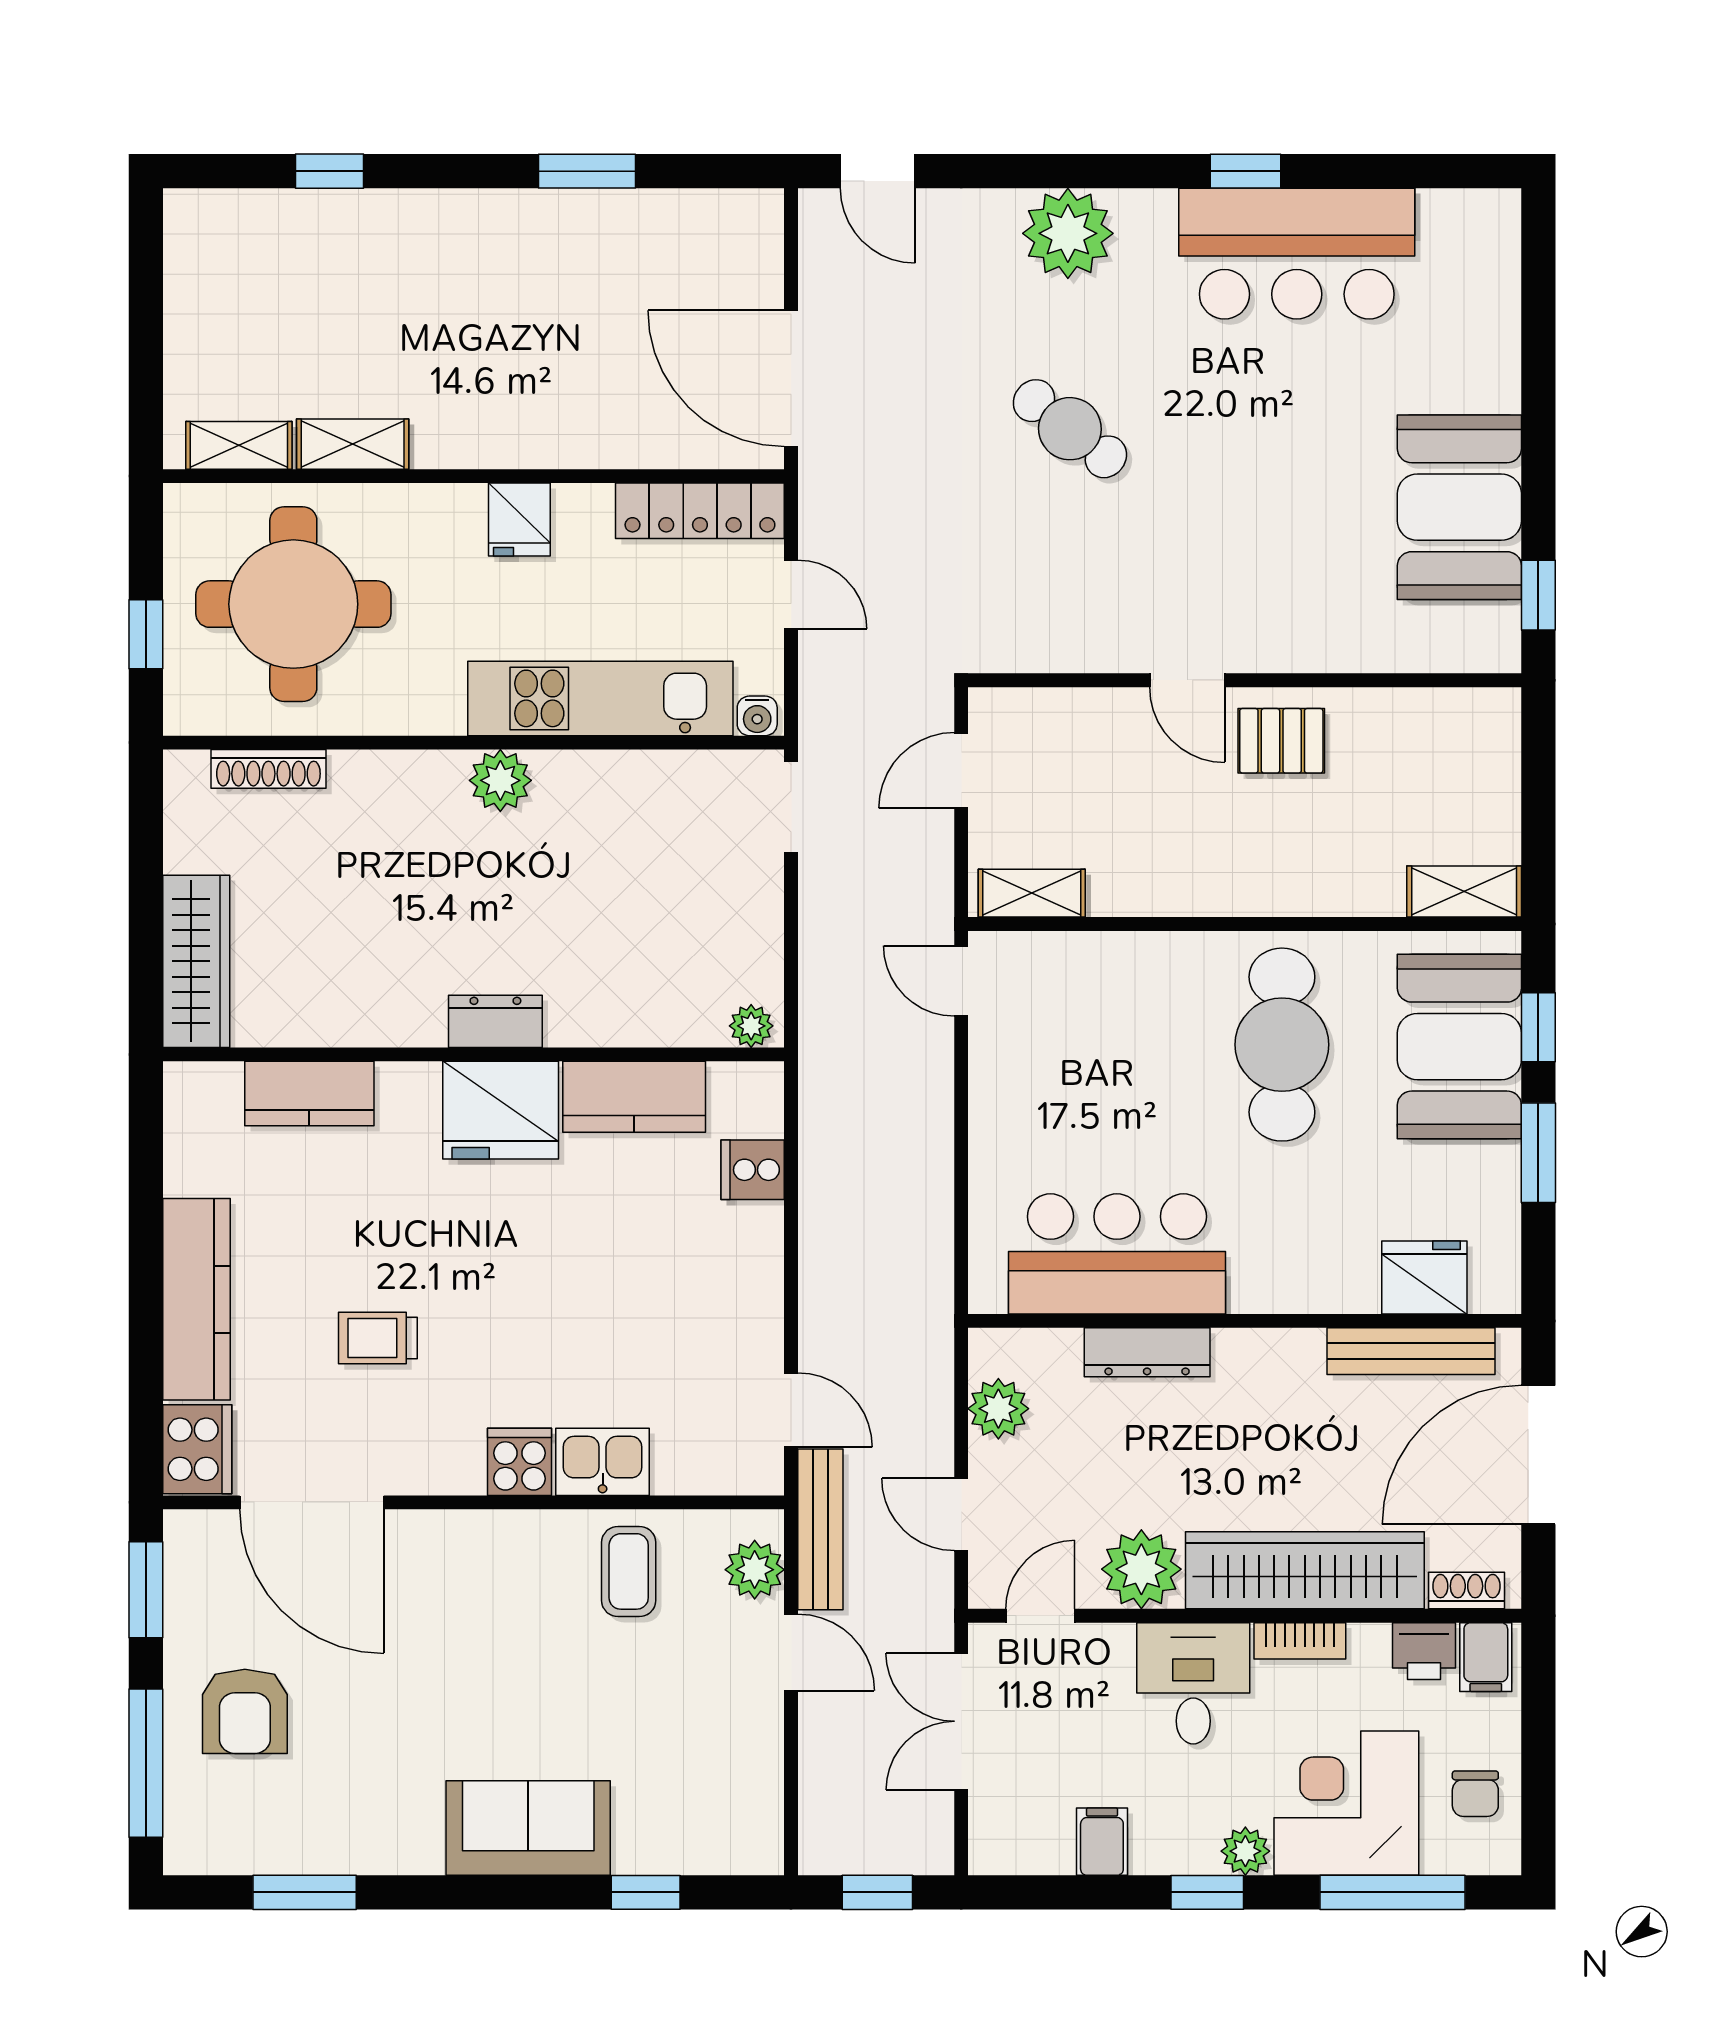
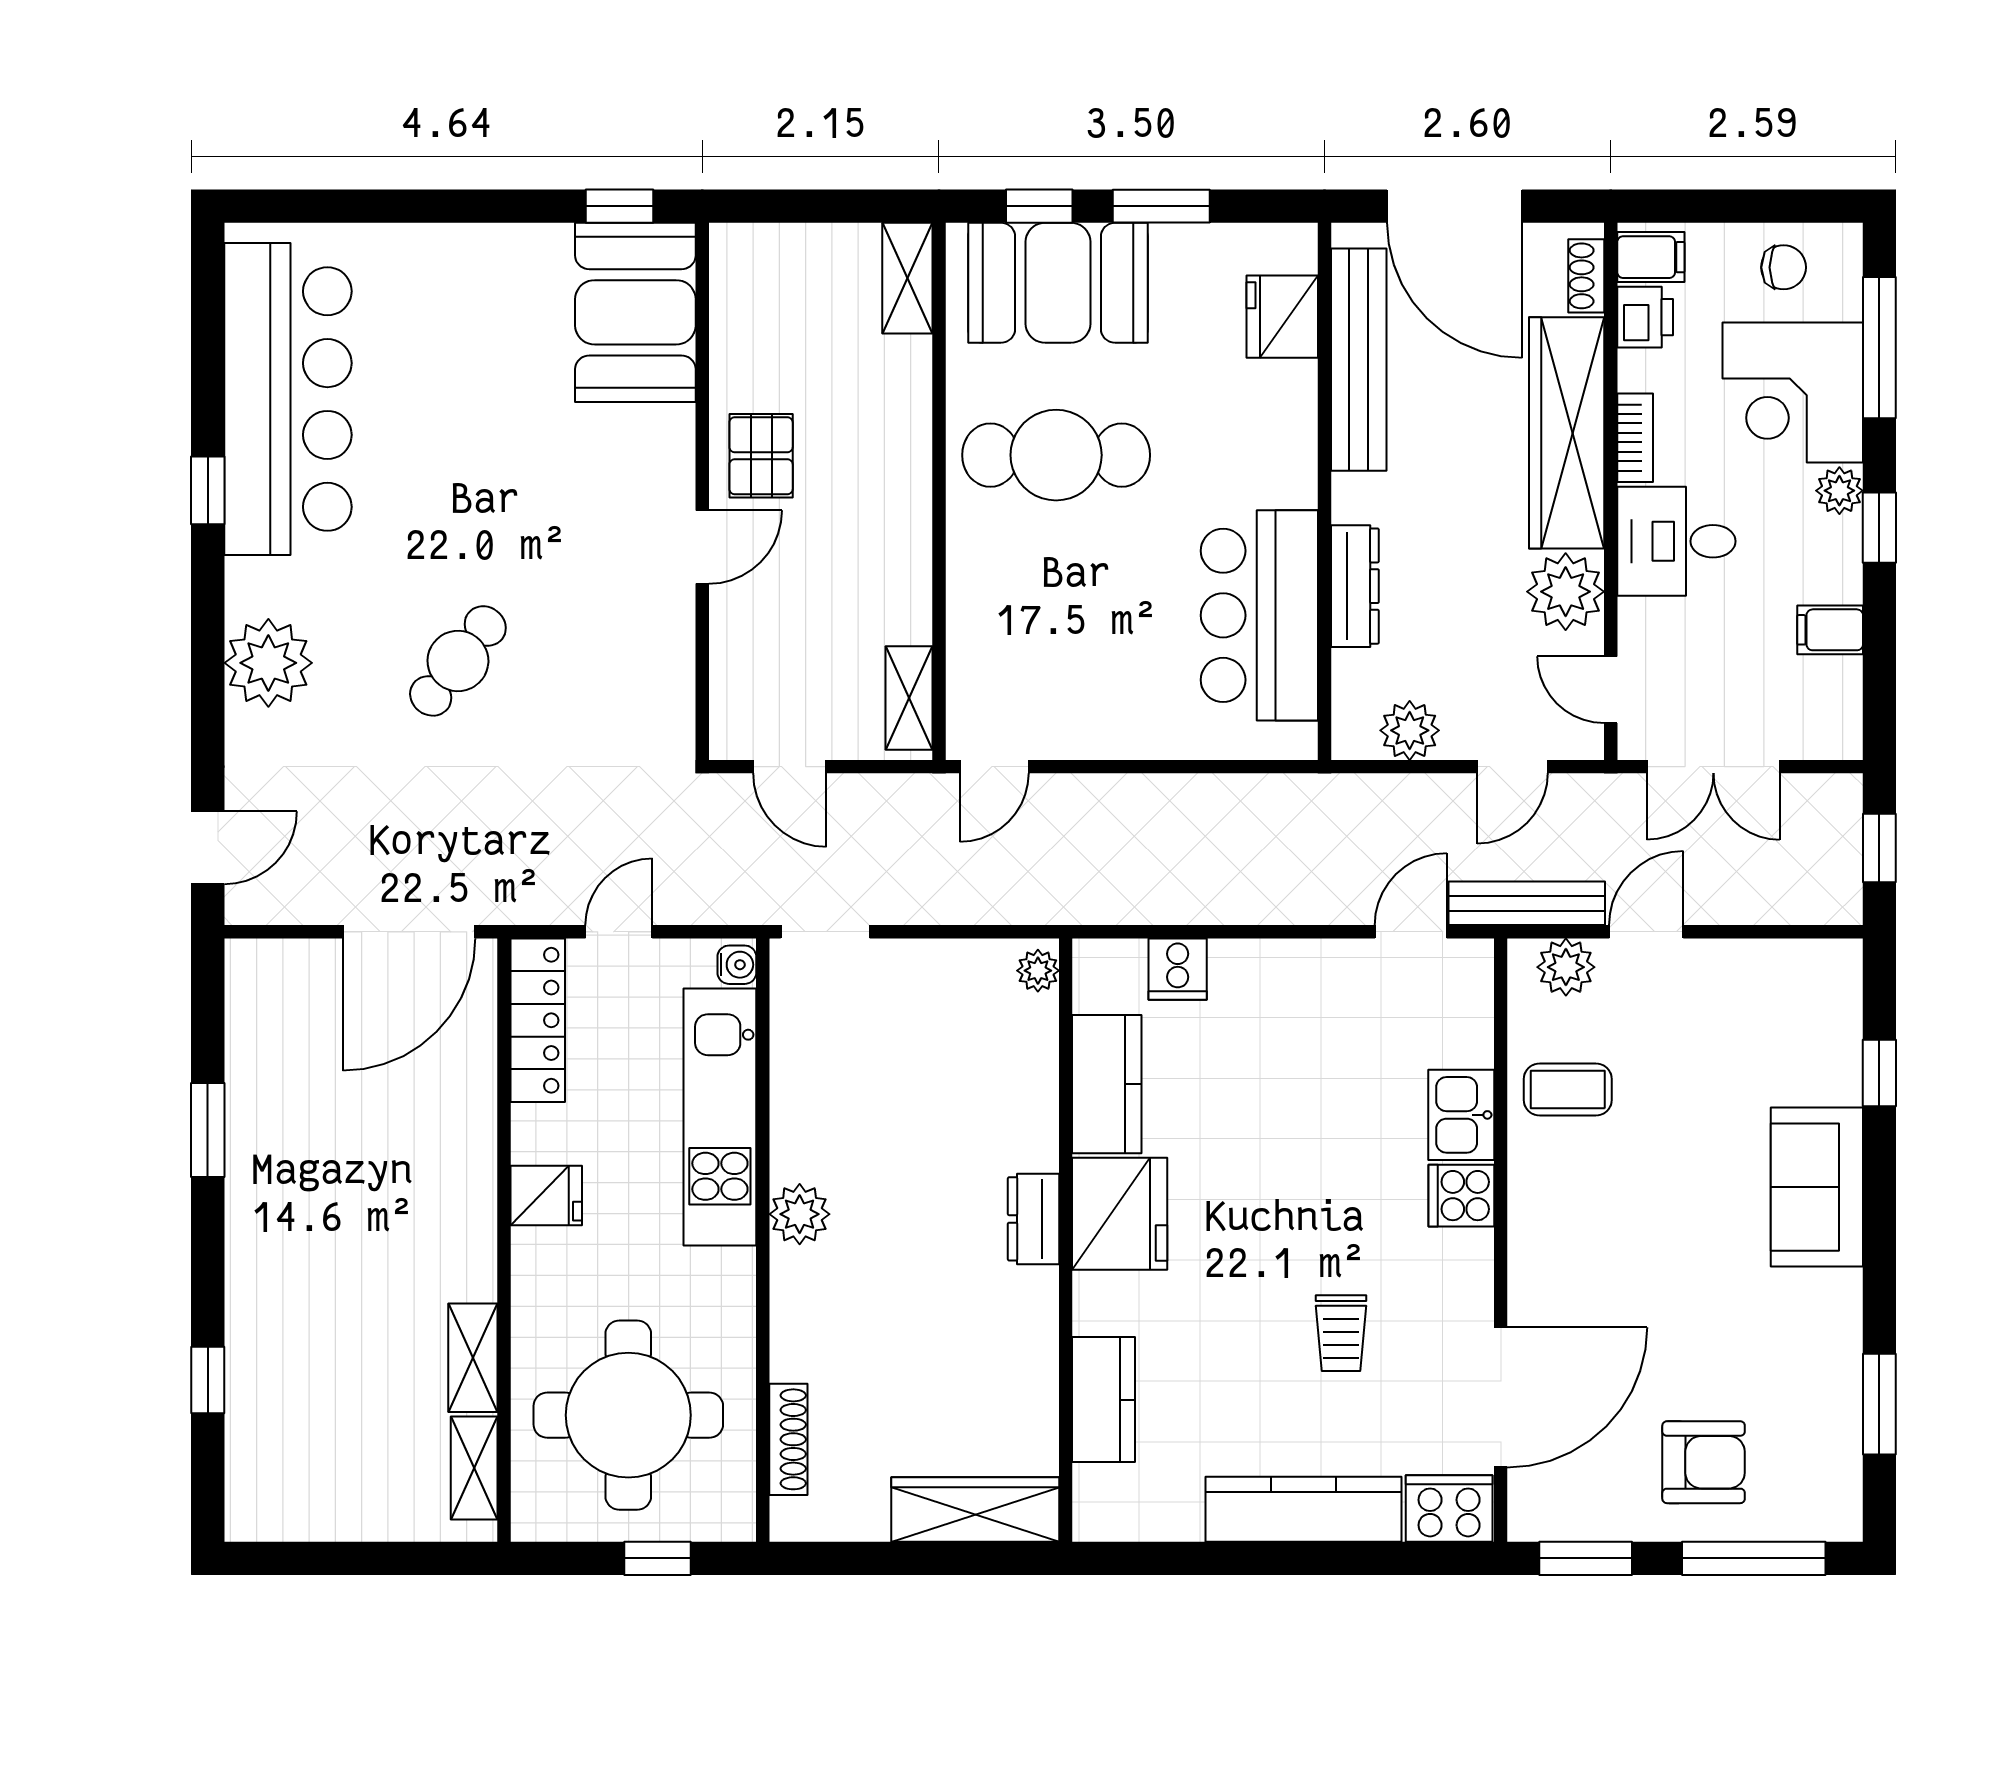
bar counter: (1297, 254) -> (288, 399), width x1.36
booth: (1459, 507) -> (635, 312), moved, turned 90
bench: (1411, 1351) -> (1359, 360), width x1.37, depth x1.21

